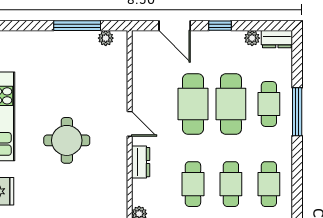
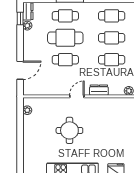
window: (77, 26) -> (20, 127), removed
window: (220, 26) -> (20, 18), moved
cafe table: (193, 104) -> (65, 60), width x0.73, depth x0.74
round table: (67, 140) -> (69, 130), moved

